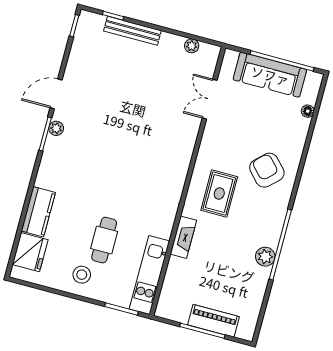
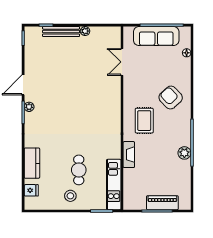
plant: (192, 46) -> (85, 31), moved
fridge: (30, 252) -> (31, 190), width x0.53, depth x0.75

